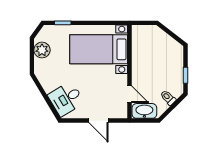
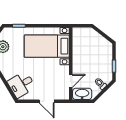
door: (130, 94) -> (71, 81), hinge flipped

